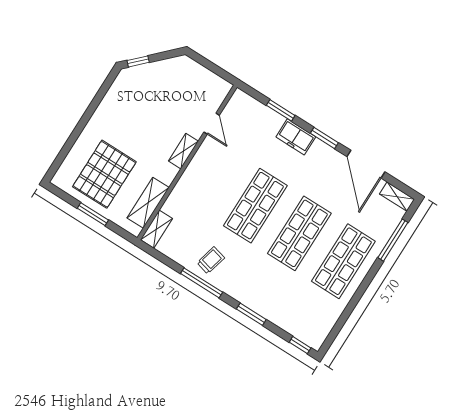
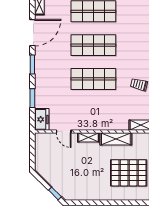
door: (212, 124) -> (64, 131), swing flipped
freezer: (296, 137) -> (42, 119), moved
shelving: (148, 203) -> (116, 139), moved

